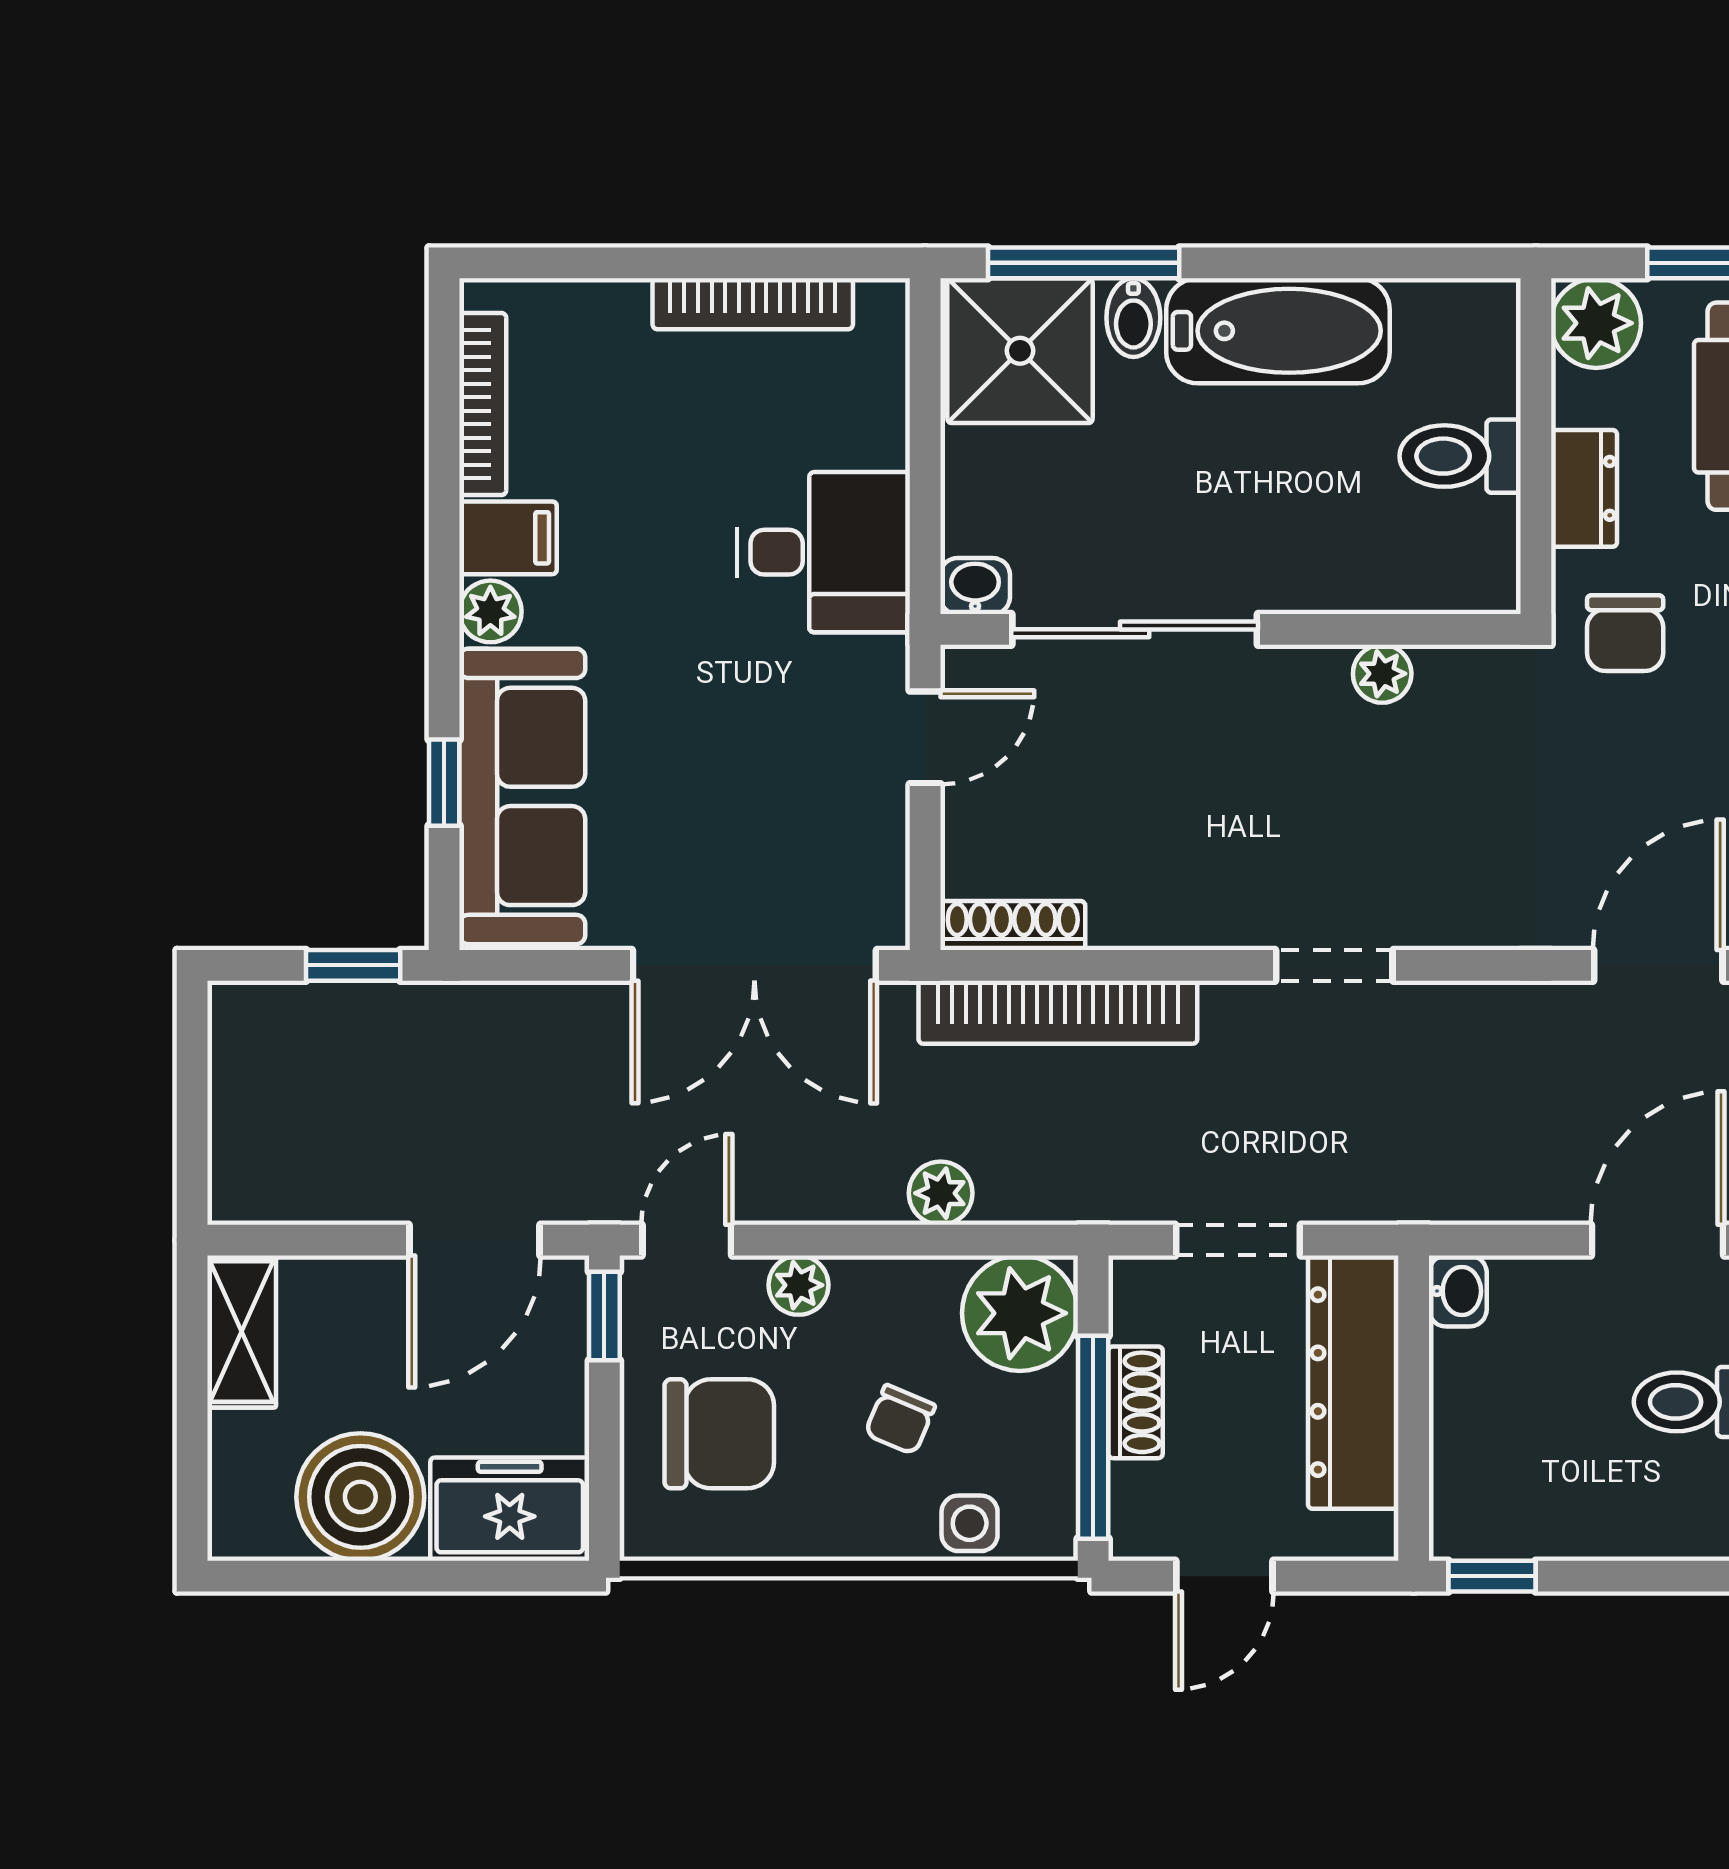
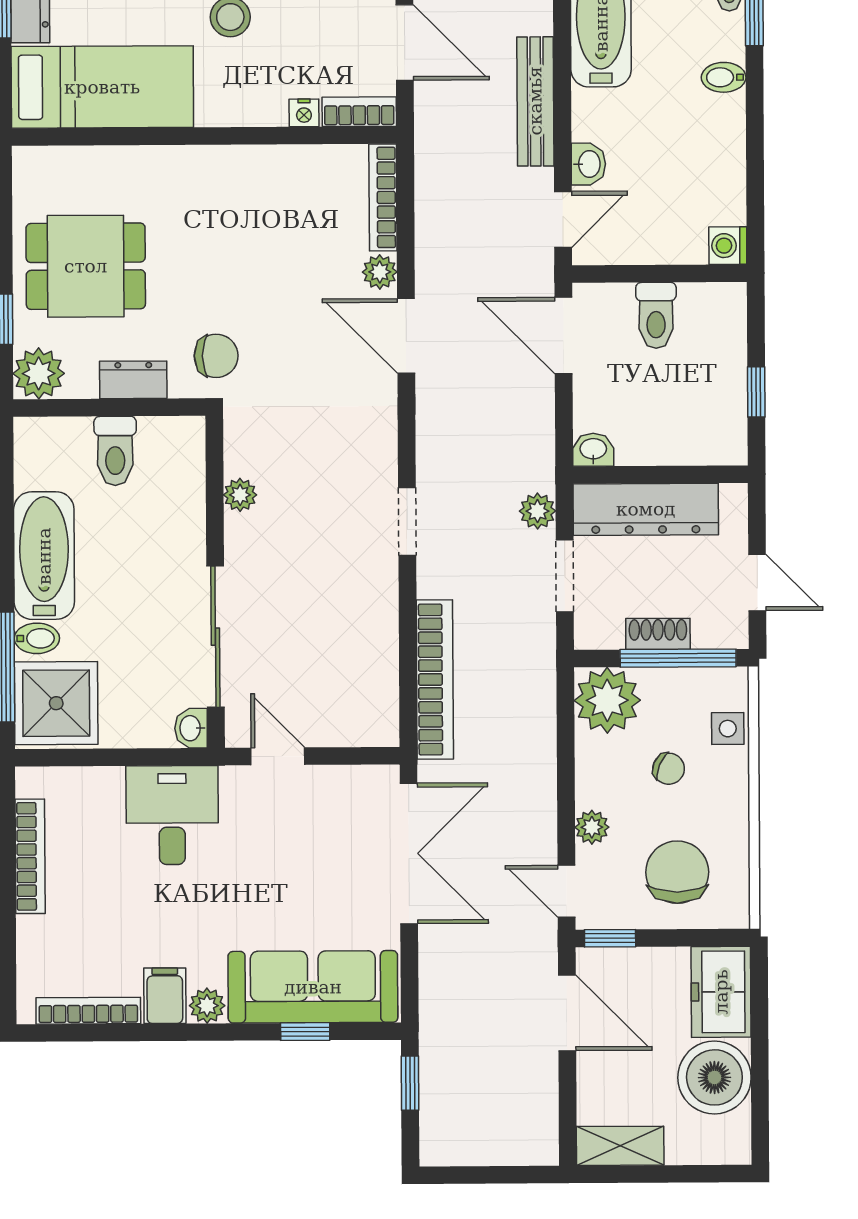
shoe rack: (1013, 925) -> (385, 706), removed
plant: (941, 1193) -> (538, 511), moved
window: (1492, 1576) -> (756, 392), moved

